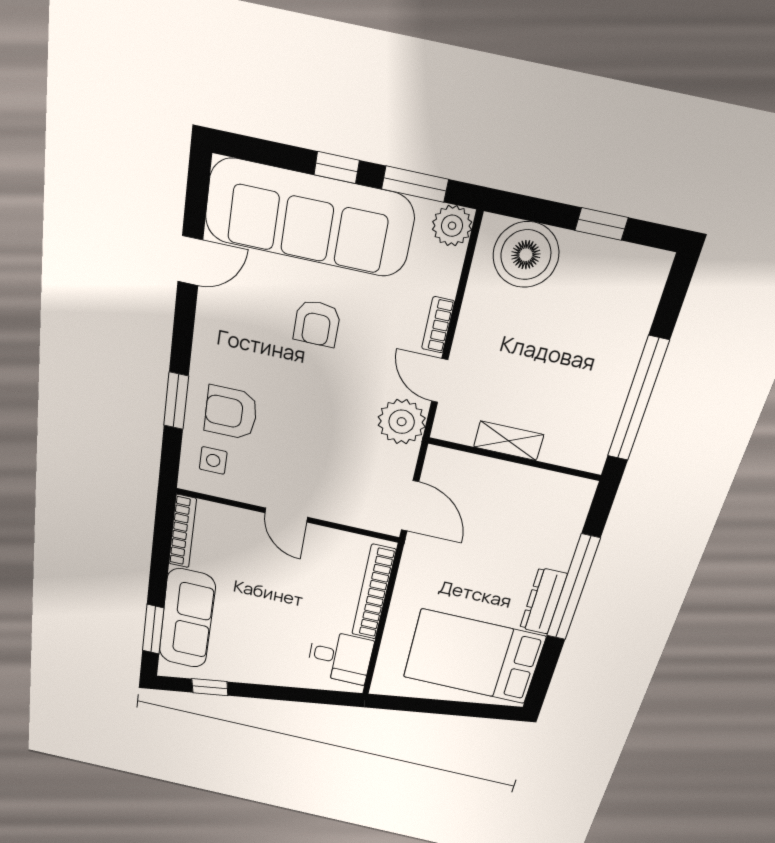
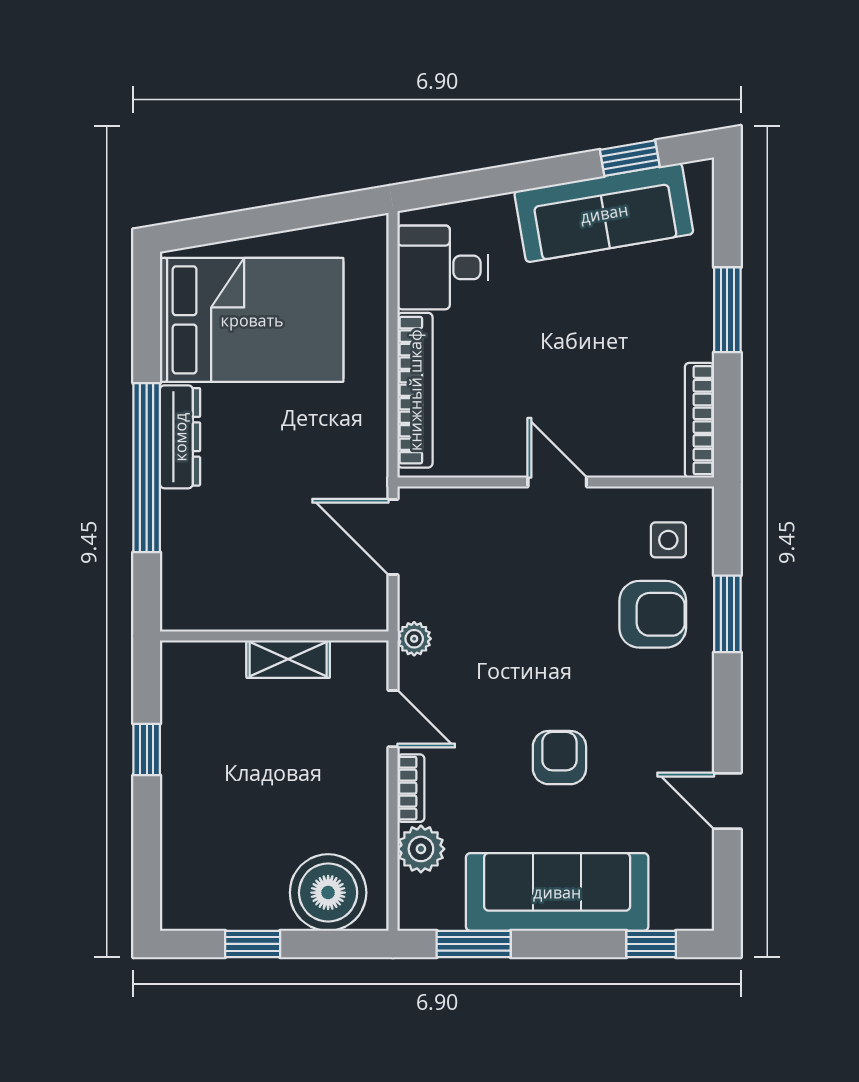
window: (337, 167) -> (651, 944), moved
sofa: (309, 218) -> (557, 892), width x0.74, depth x0.79
plant: (452, 226) -> (421, 849), moved
door: (190, 261) -> (727, 801), hinge flipped
window: (638, 400) -> (147, 749), width x0.32
plant: (402, 422) -> (414, 639), width x0.53, depth x0.53
sofa: (187, 619) -> (604, 213), moved, turned -100
window: (153, 629) -> (727, 310), moved

